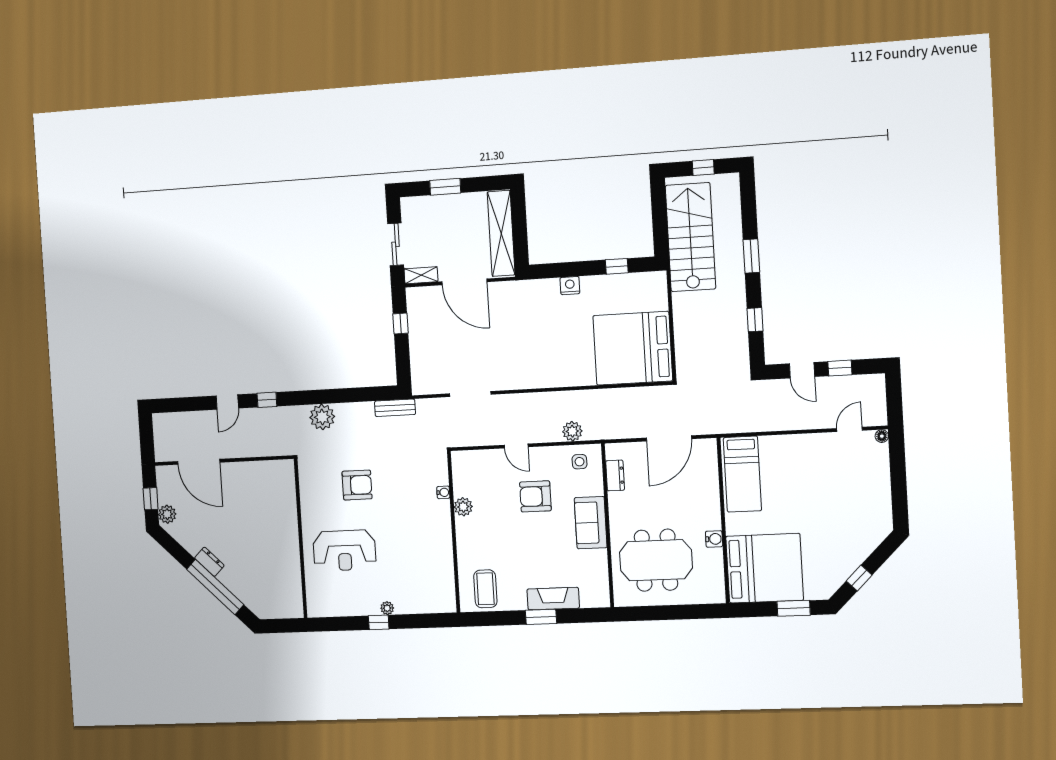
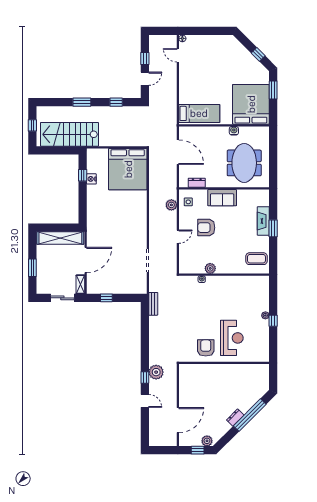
nightstand: (570, 286) -> (91, 179), moved
plant: (322, 417) -> (156, 372), moved
armchair: (357, 485) -> (206, 348), moved
armchair: (535, 496) -> (206, 228), turned 90

